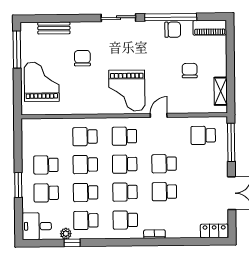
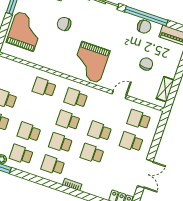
chair: (82, 58) -> (64, 24), turned -90
door: (159, 115) -> (119, 95), moved
window: (231, 142) -> (159, 133), removed
school desk: (85, 165) -> (131, 142), moved

